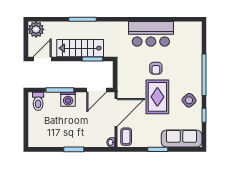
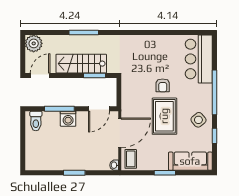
bar counter: (151, 34) -> (199, 59), moved, turned 90

